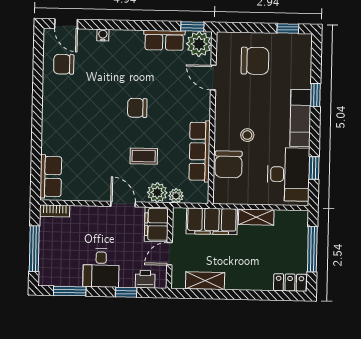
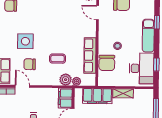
chair: (137, 108) -> (30, 64), moved
side table: (89, 126) -> (25, 41), added
door: (123, 204) -> (22, 86), moved

